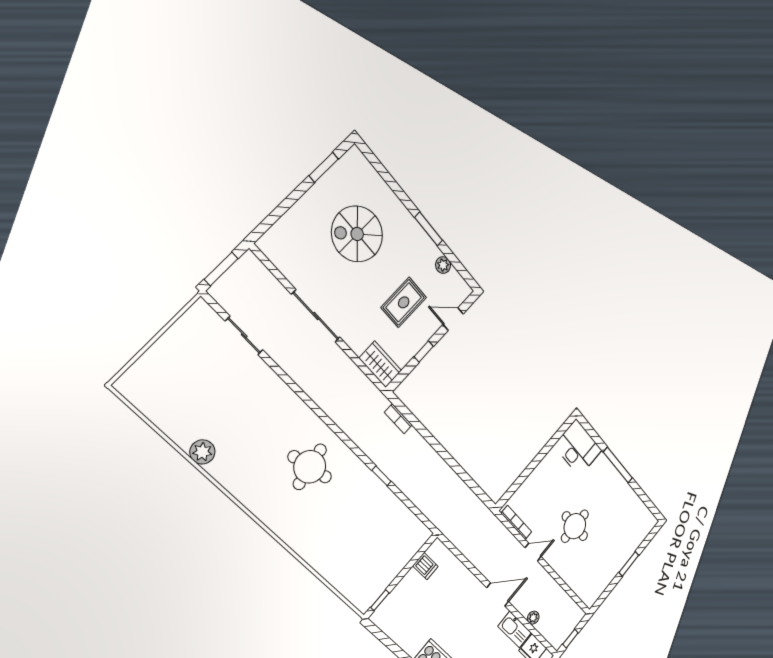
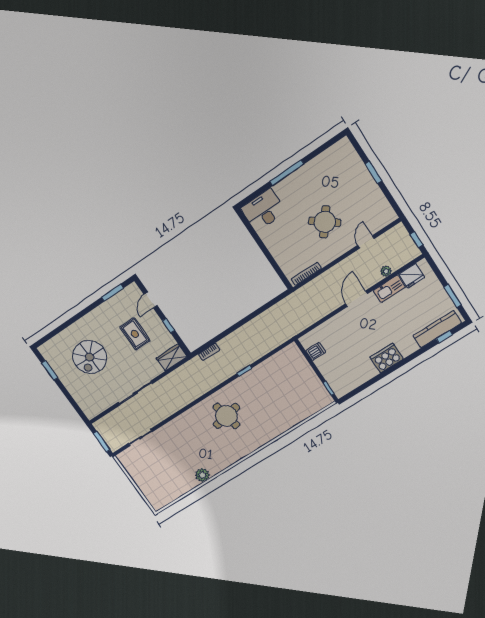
window: (429, 229) -> (112, 293), moved
plant: (443, 265) -> (115, 301), removed
round table: (575, 526) -> (325, 222), turned 38
door: (533, 552) -> (366, 242), moved

